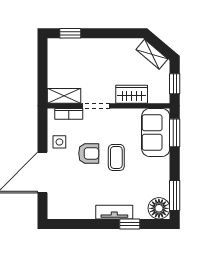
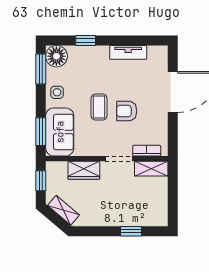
window: (70, 33) -> (131, 231), moved
side table: (59, 142) -> (57, 92), moved
tv unit: (114, 212) -> (128, 52), moved

